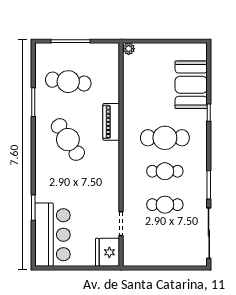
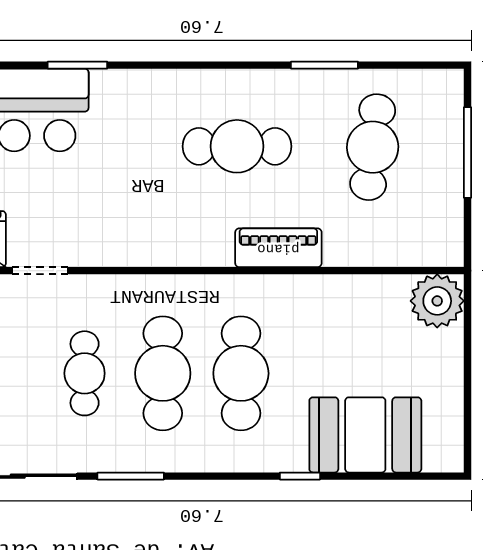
plant: (129, 49) -> (437, 301), width x1.87, depth x1.87
cafe table: (68, 140) -> (237, 146), turned 33
cafe table: (165, 171) -> (163, 373), width x1.37, depth x1.35

